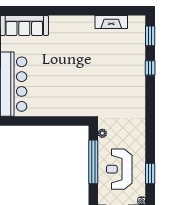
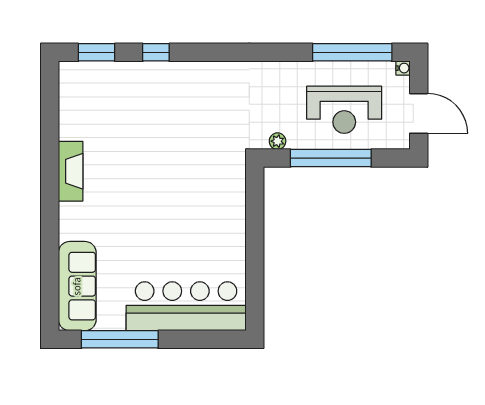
fireplace: (111, 22) -> (71, 171), moved
window: (150, 174) -> (352, 52), width x2.11

